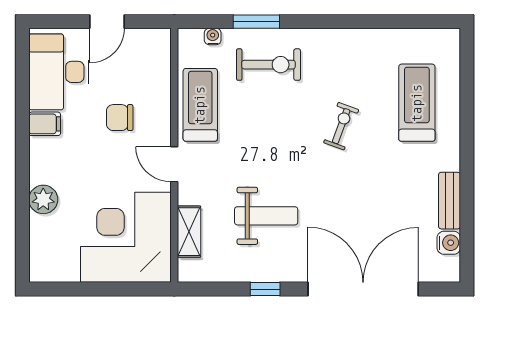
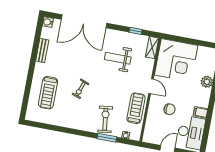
exercise bike: (269, 65) -> (105, 119), turned 83
treadmill: (200, 105) -> (136, 108), turned 180
shelving: (189, 232) -> (152, 48), moved
water cooler: (449, 243) -> (48, 22), moved
window: (265, 289) -> (136, 31), moved

